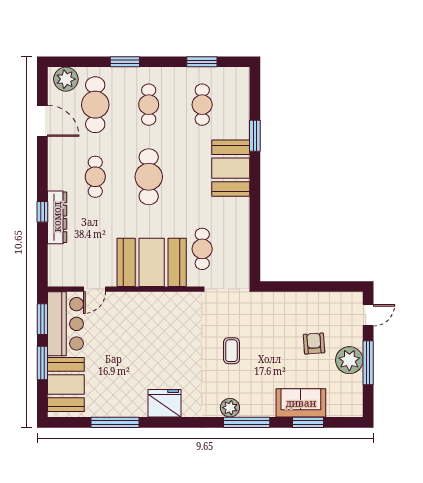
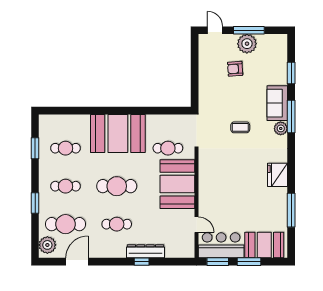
window: (255, 136) -> (88, 111), removed
booth: (231, 168) -> (118, 134), width x1.36, depth x1.42
sofa: (301, 403) -> (277, 103), moved

